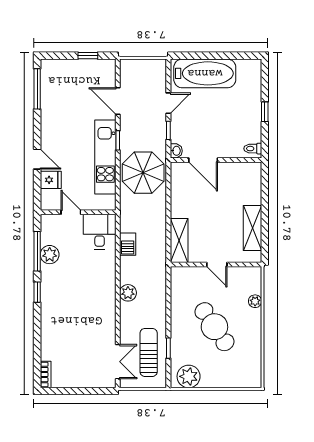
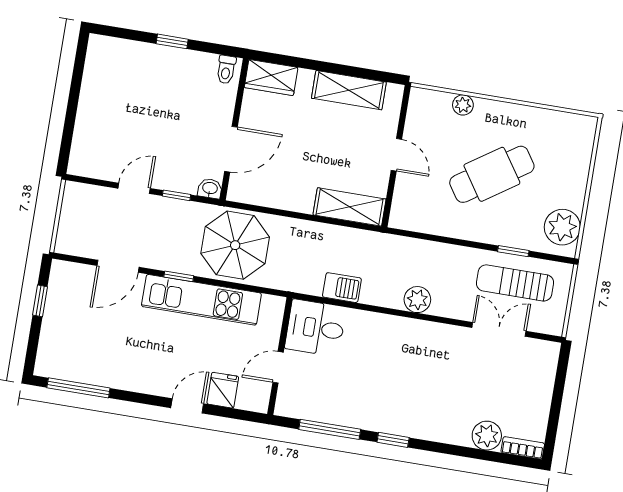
bathtub: (205, 73) -> (97, 124), removed
door: (168, 103) -> (134, 188), hinge flipped
wardrobe: (252, 178) -> (271, 77), added
plant: (50, 255) -> (487, 436), moved
door: (217, 265) -> (396, 155), hinge flipped
double door: (118, 362) -> (499, 329), moved

